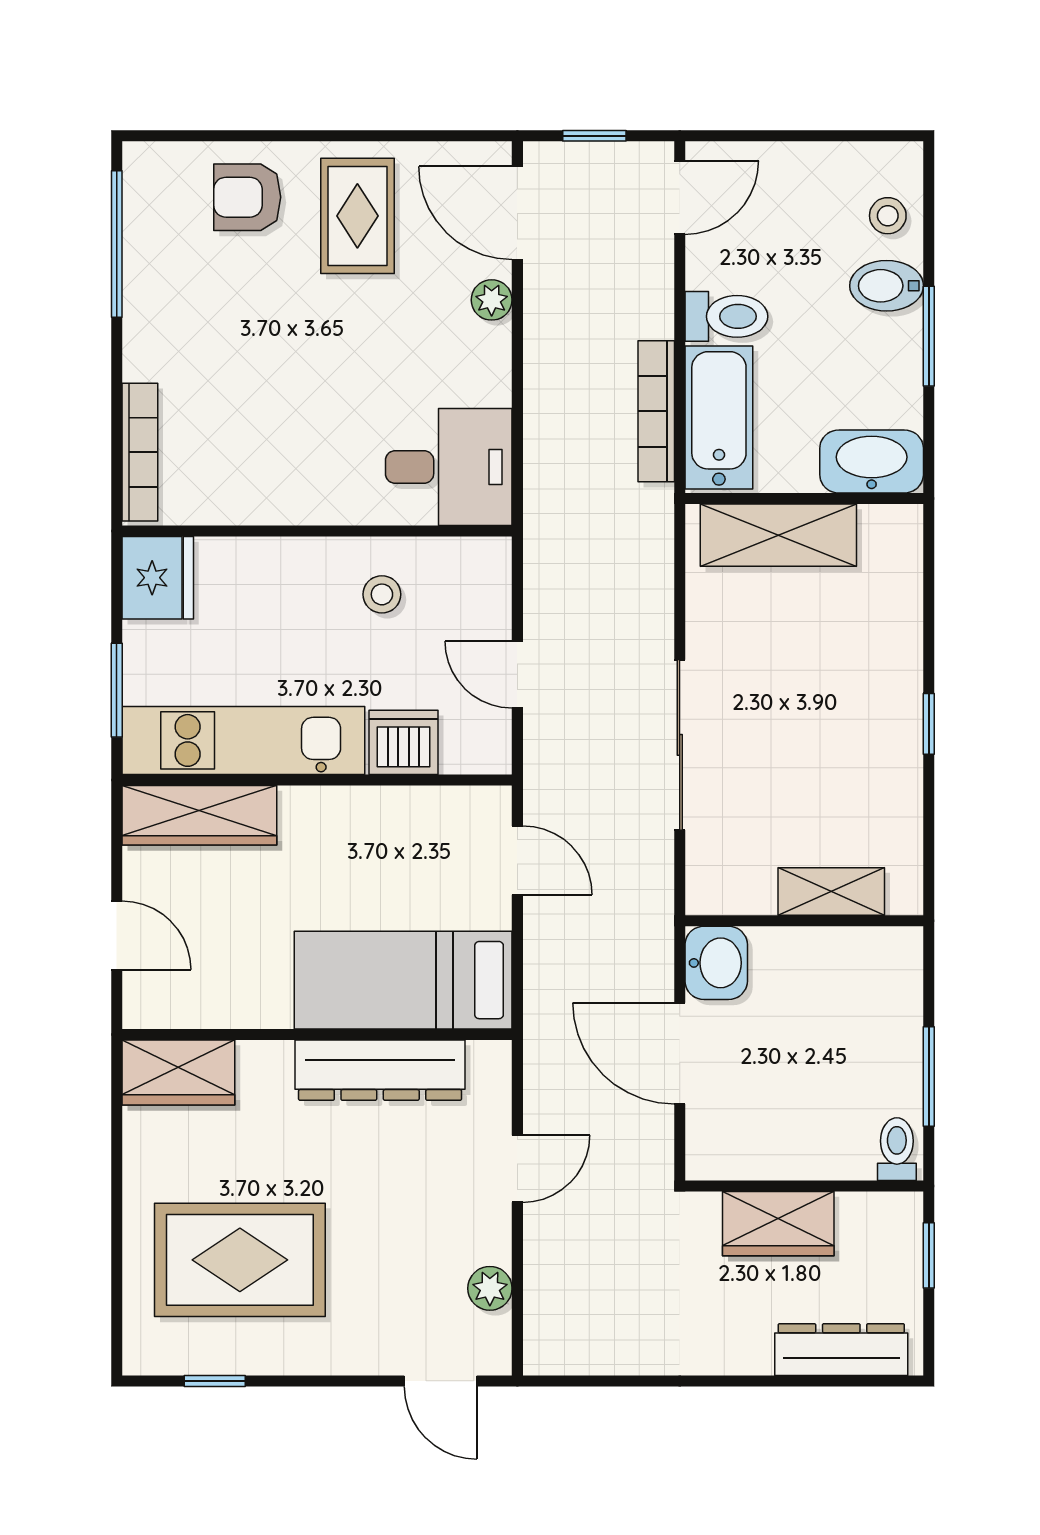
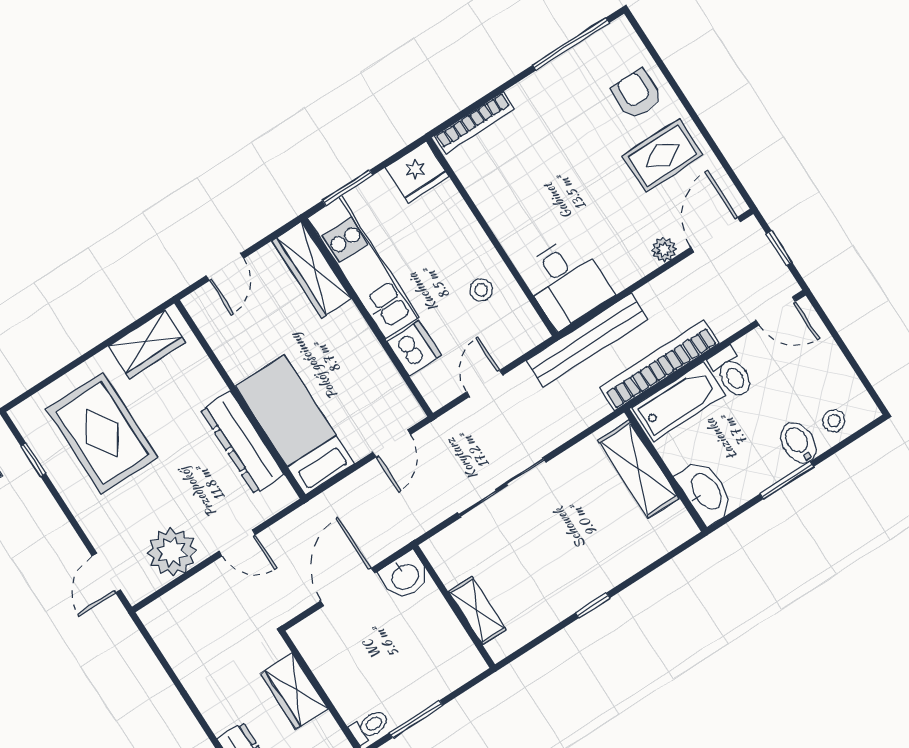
bookcase: (656, 411) -> (659, 365), width x1.48, depth x1.31
bench: (549, 490) -> (587, 340), added
wardrobe: (178, 1073) -> (147, 344), moved, turned -90
plant: (490, 1288) -> (172, 552), width x1.88, depth x1.88

